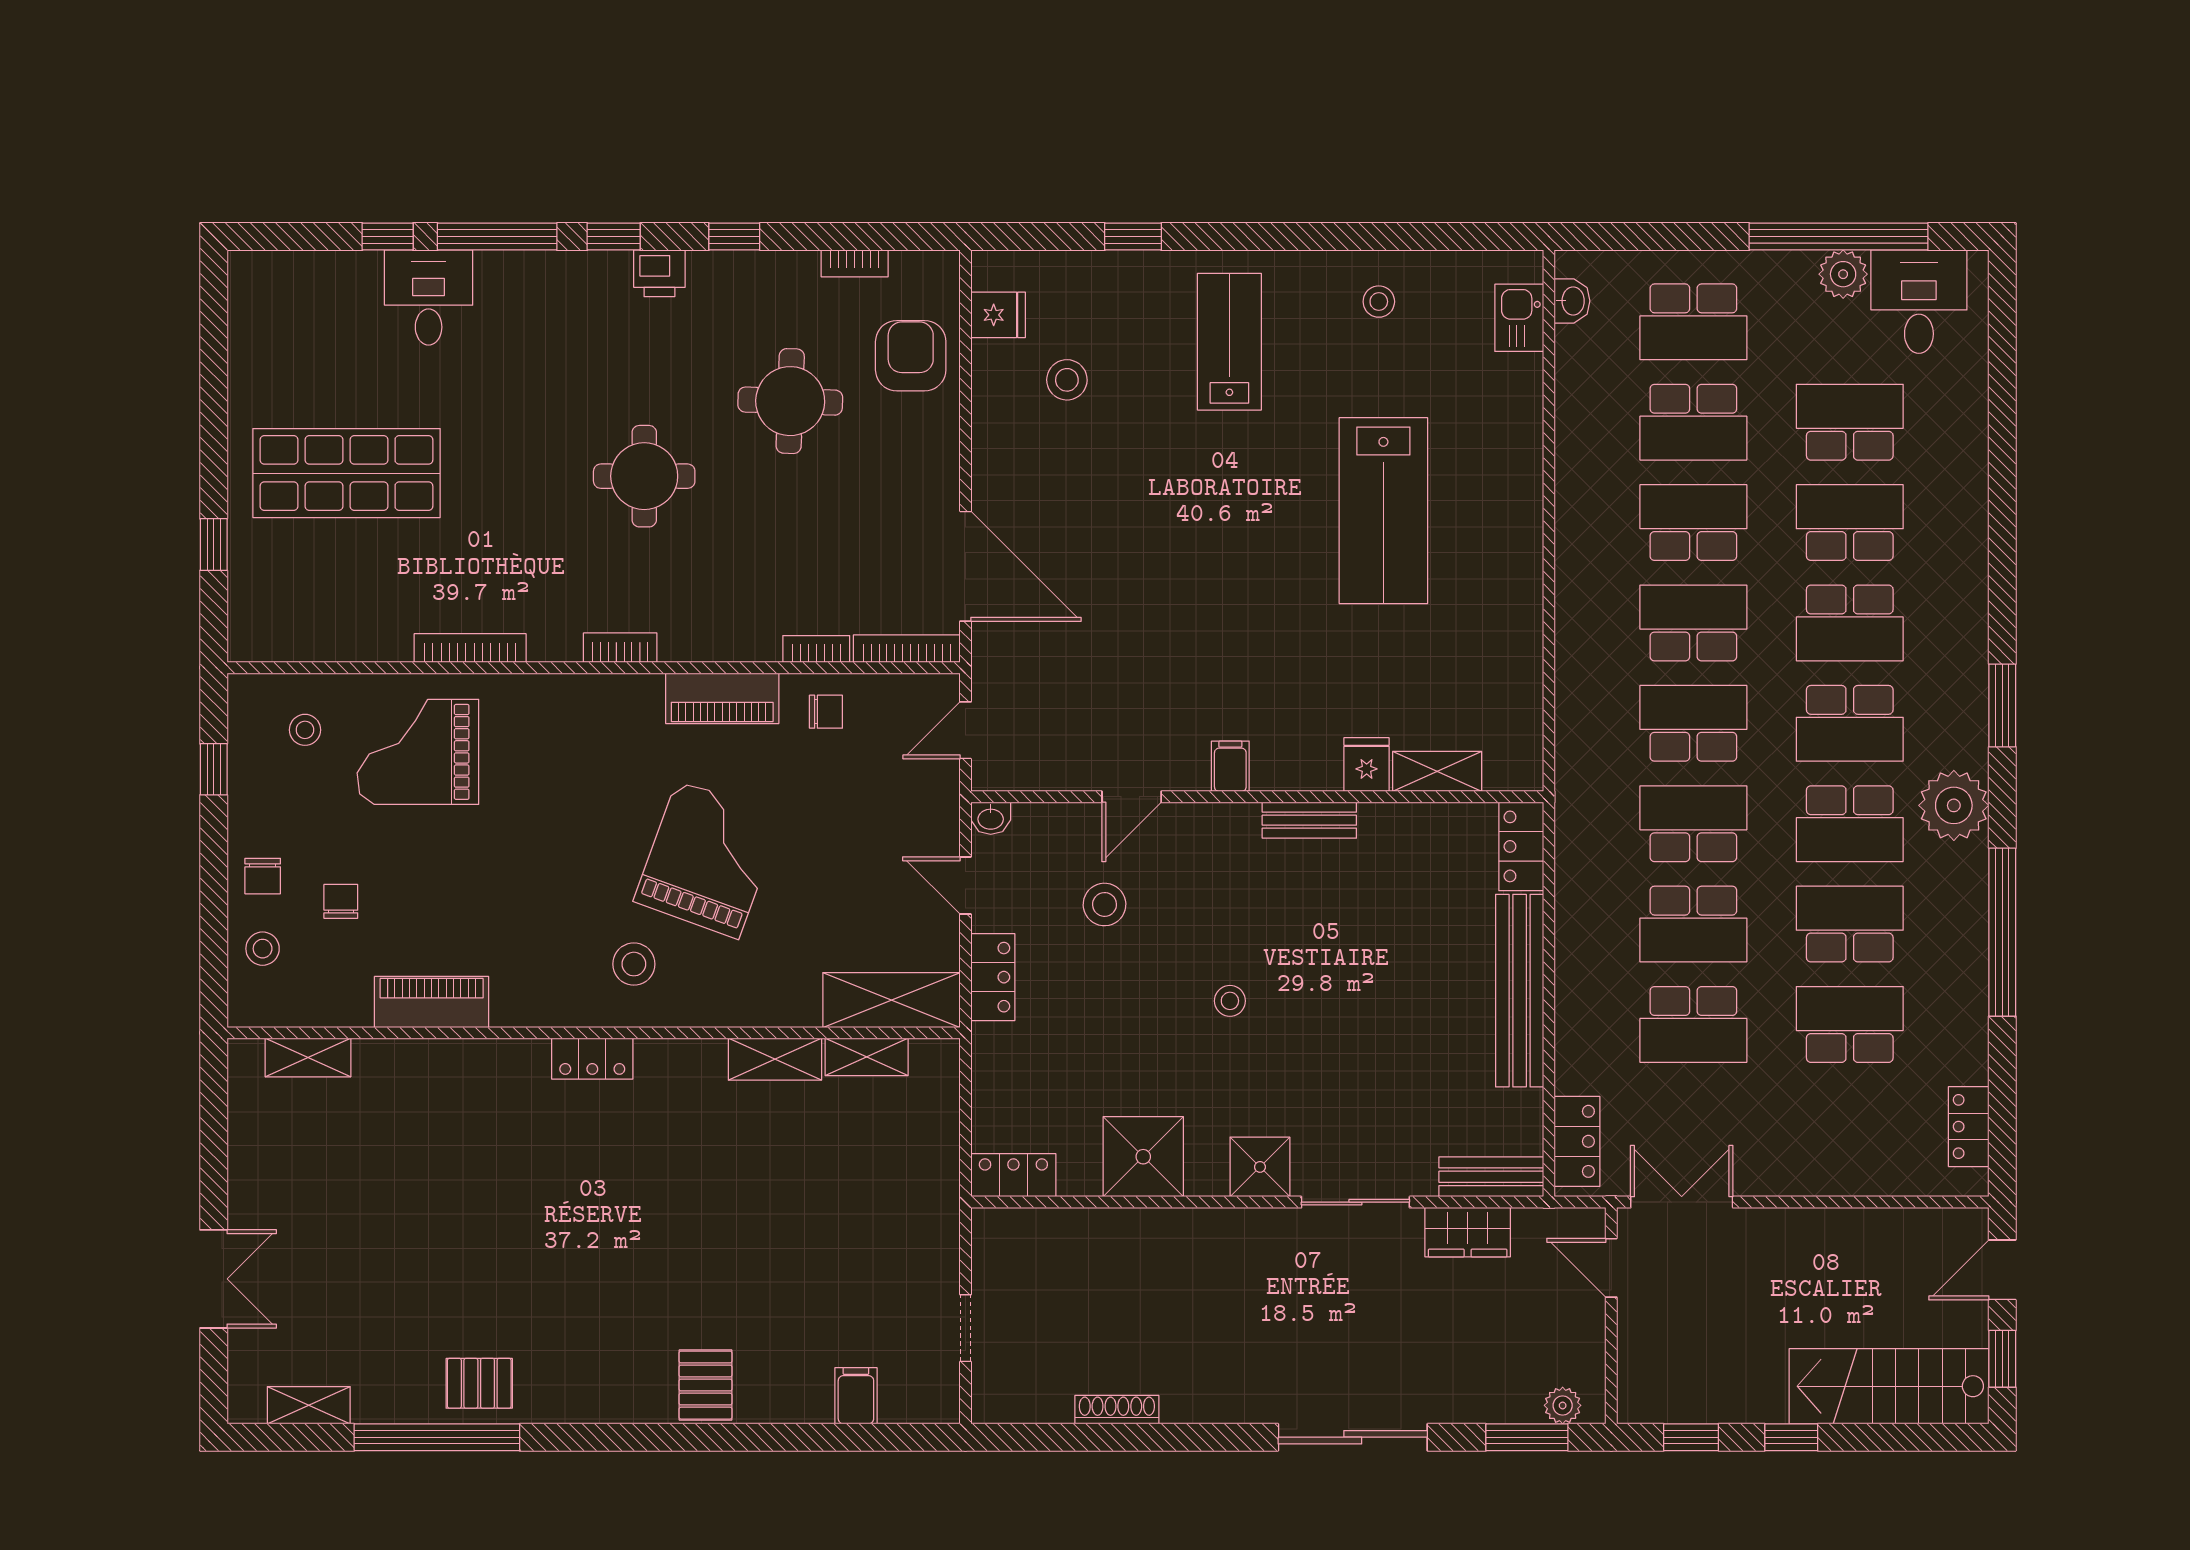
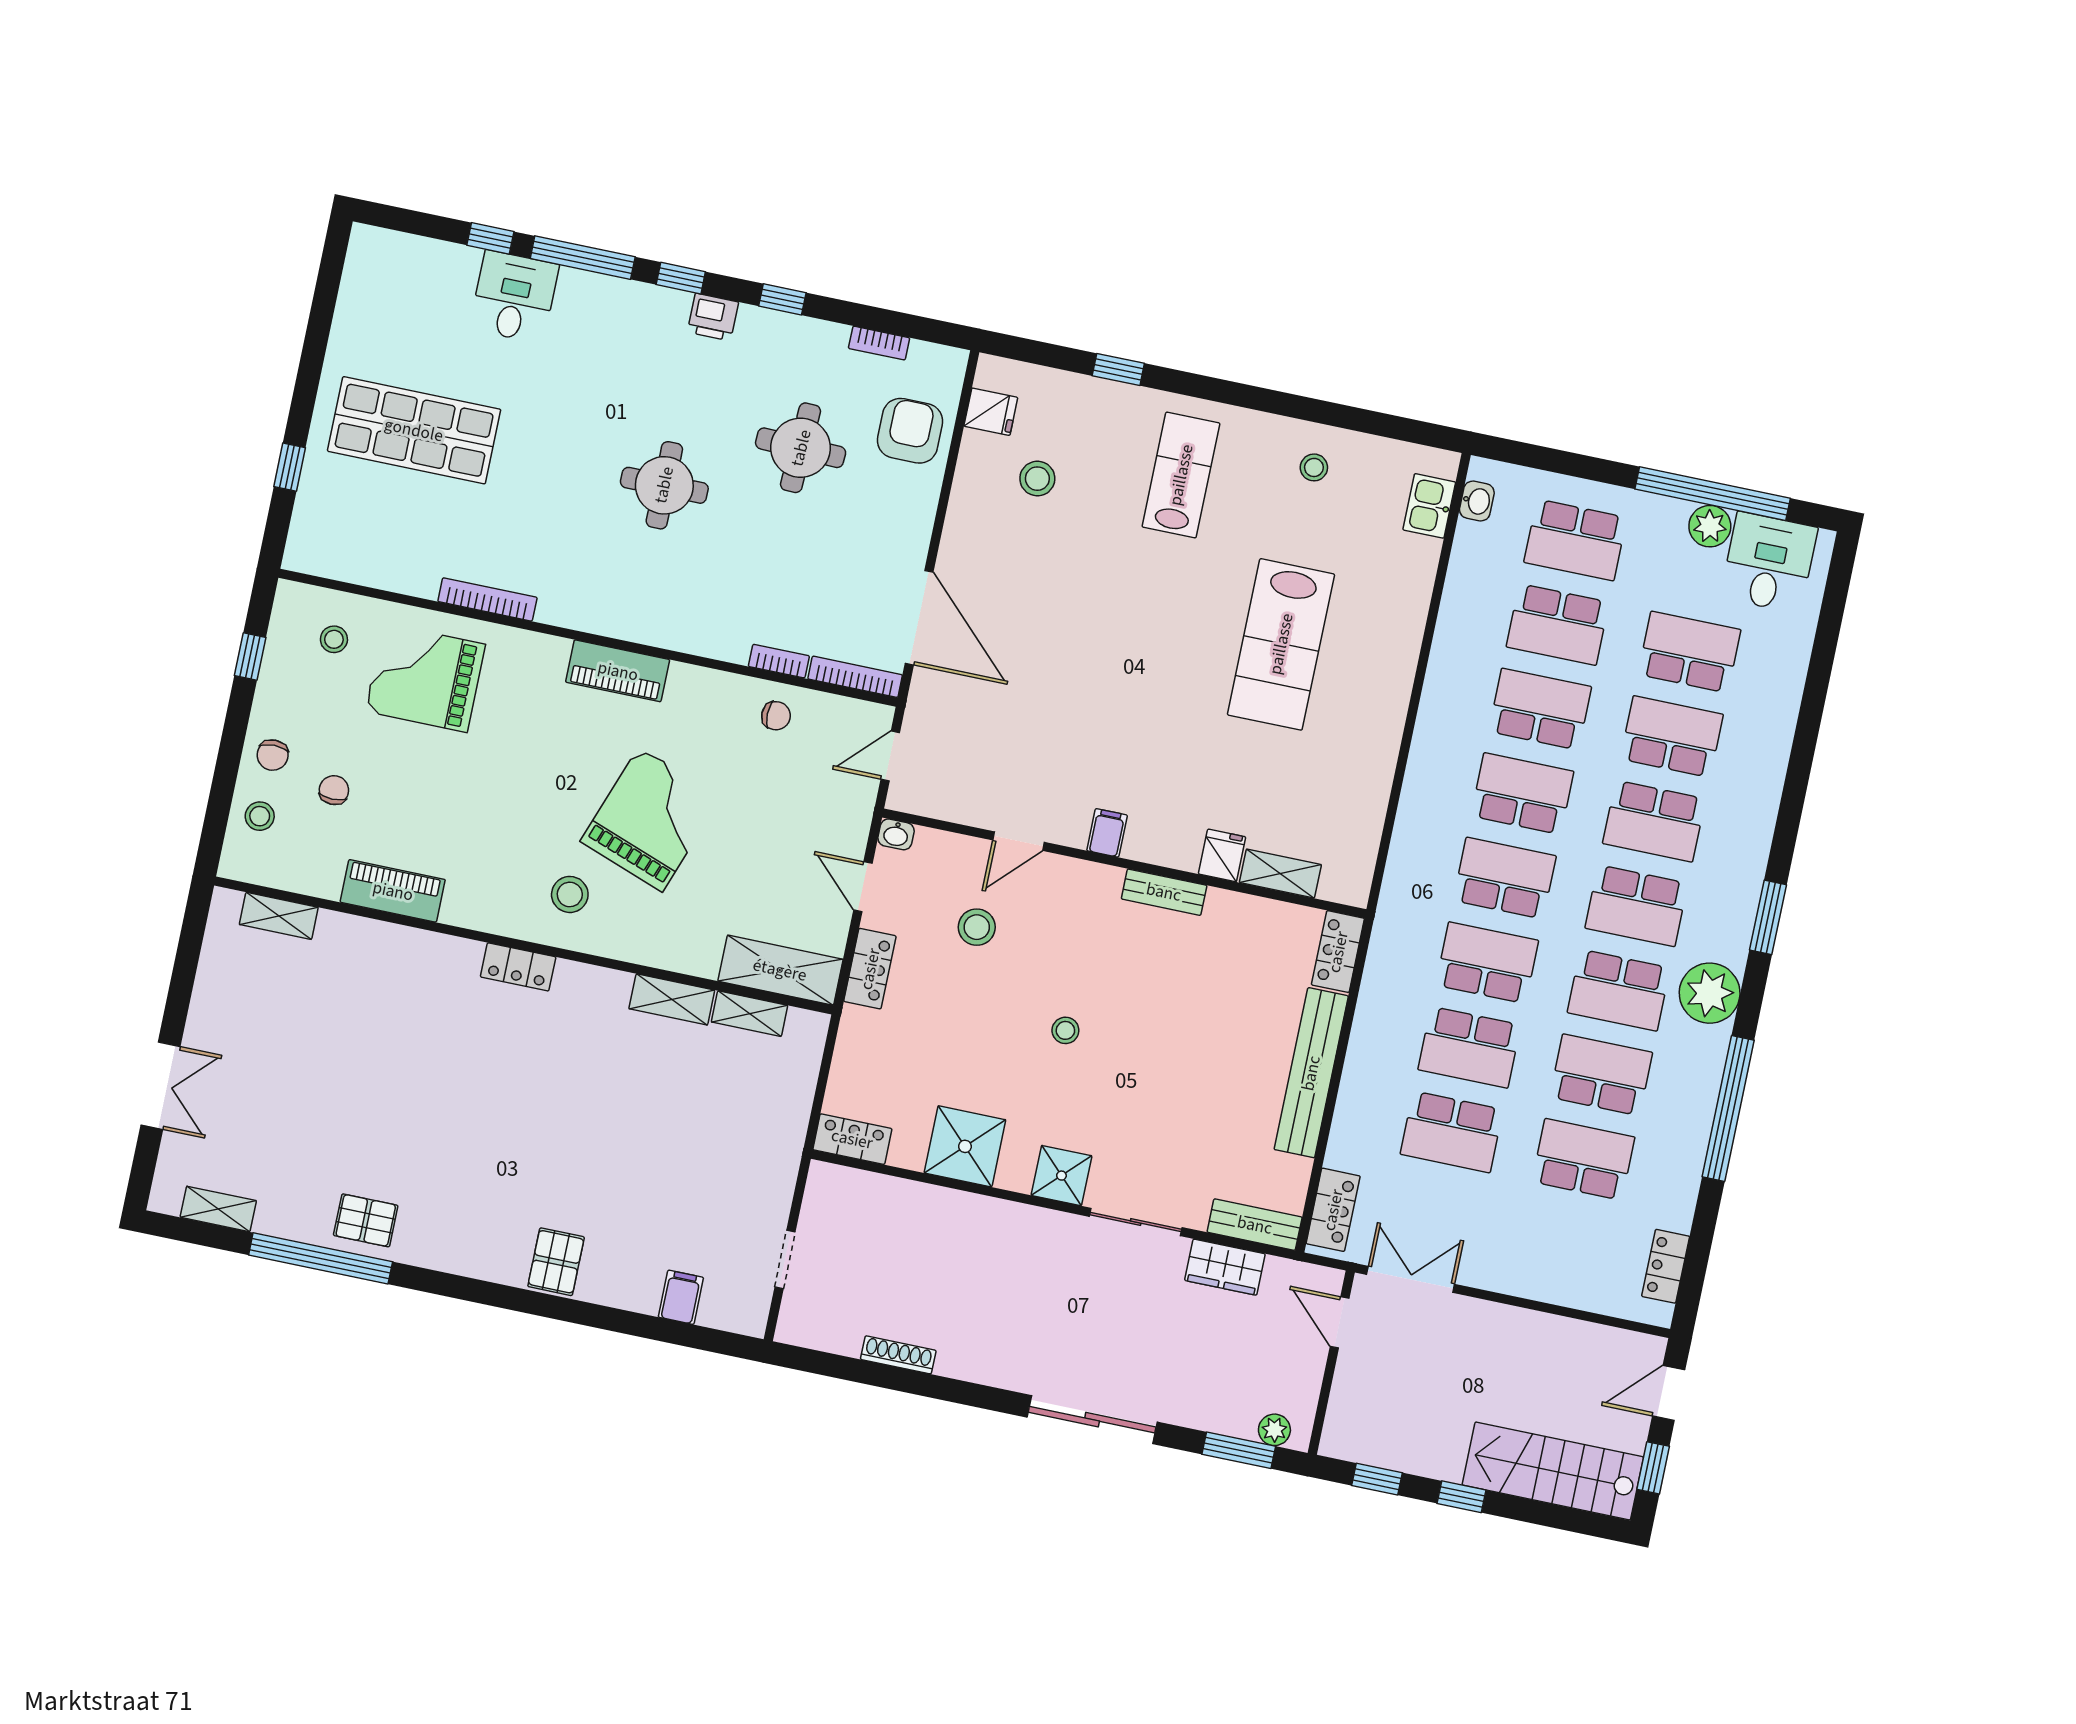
bookcase: (620, 648) -> (614, 626), removed
piano: (722, 698) -> (618, 671), moved

